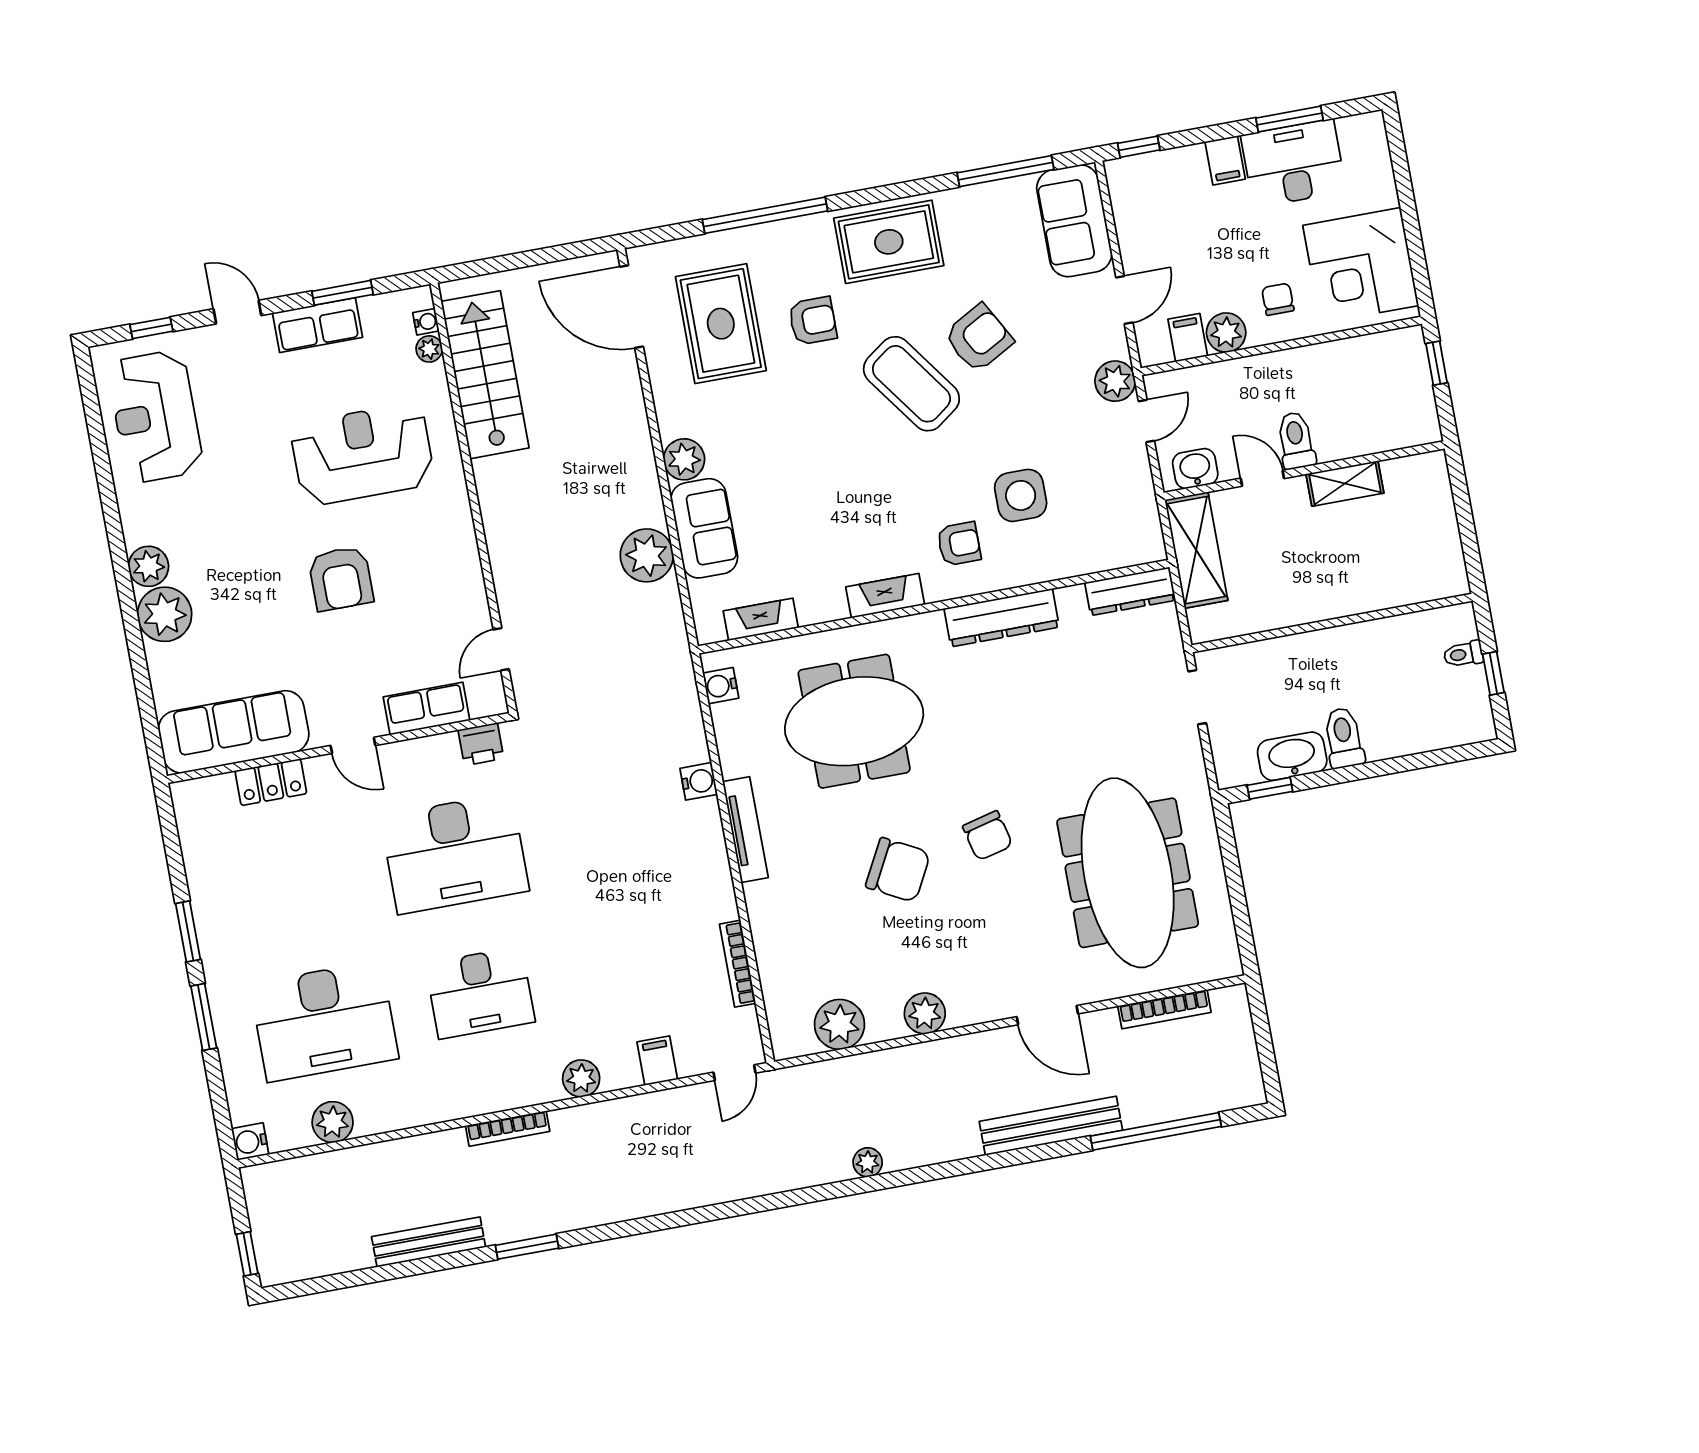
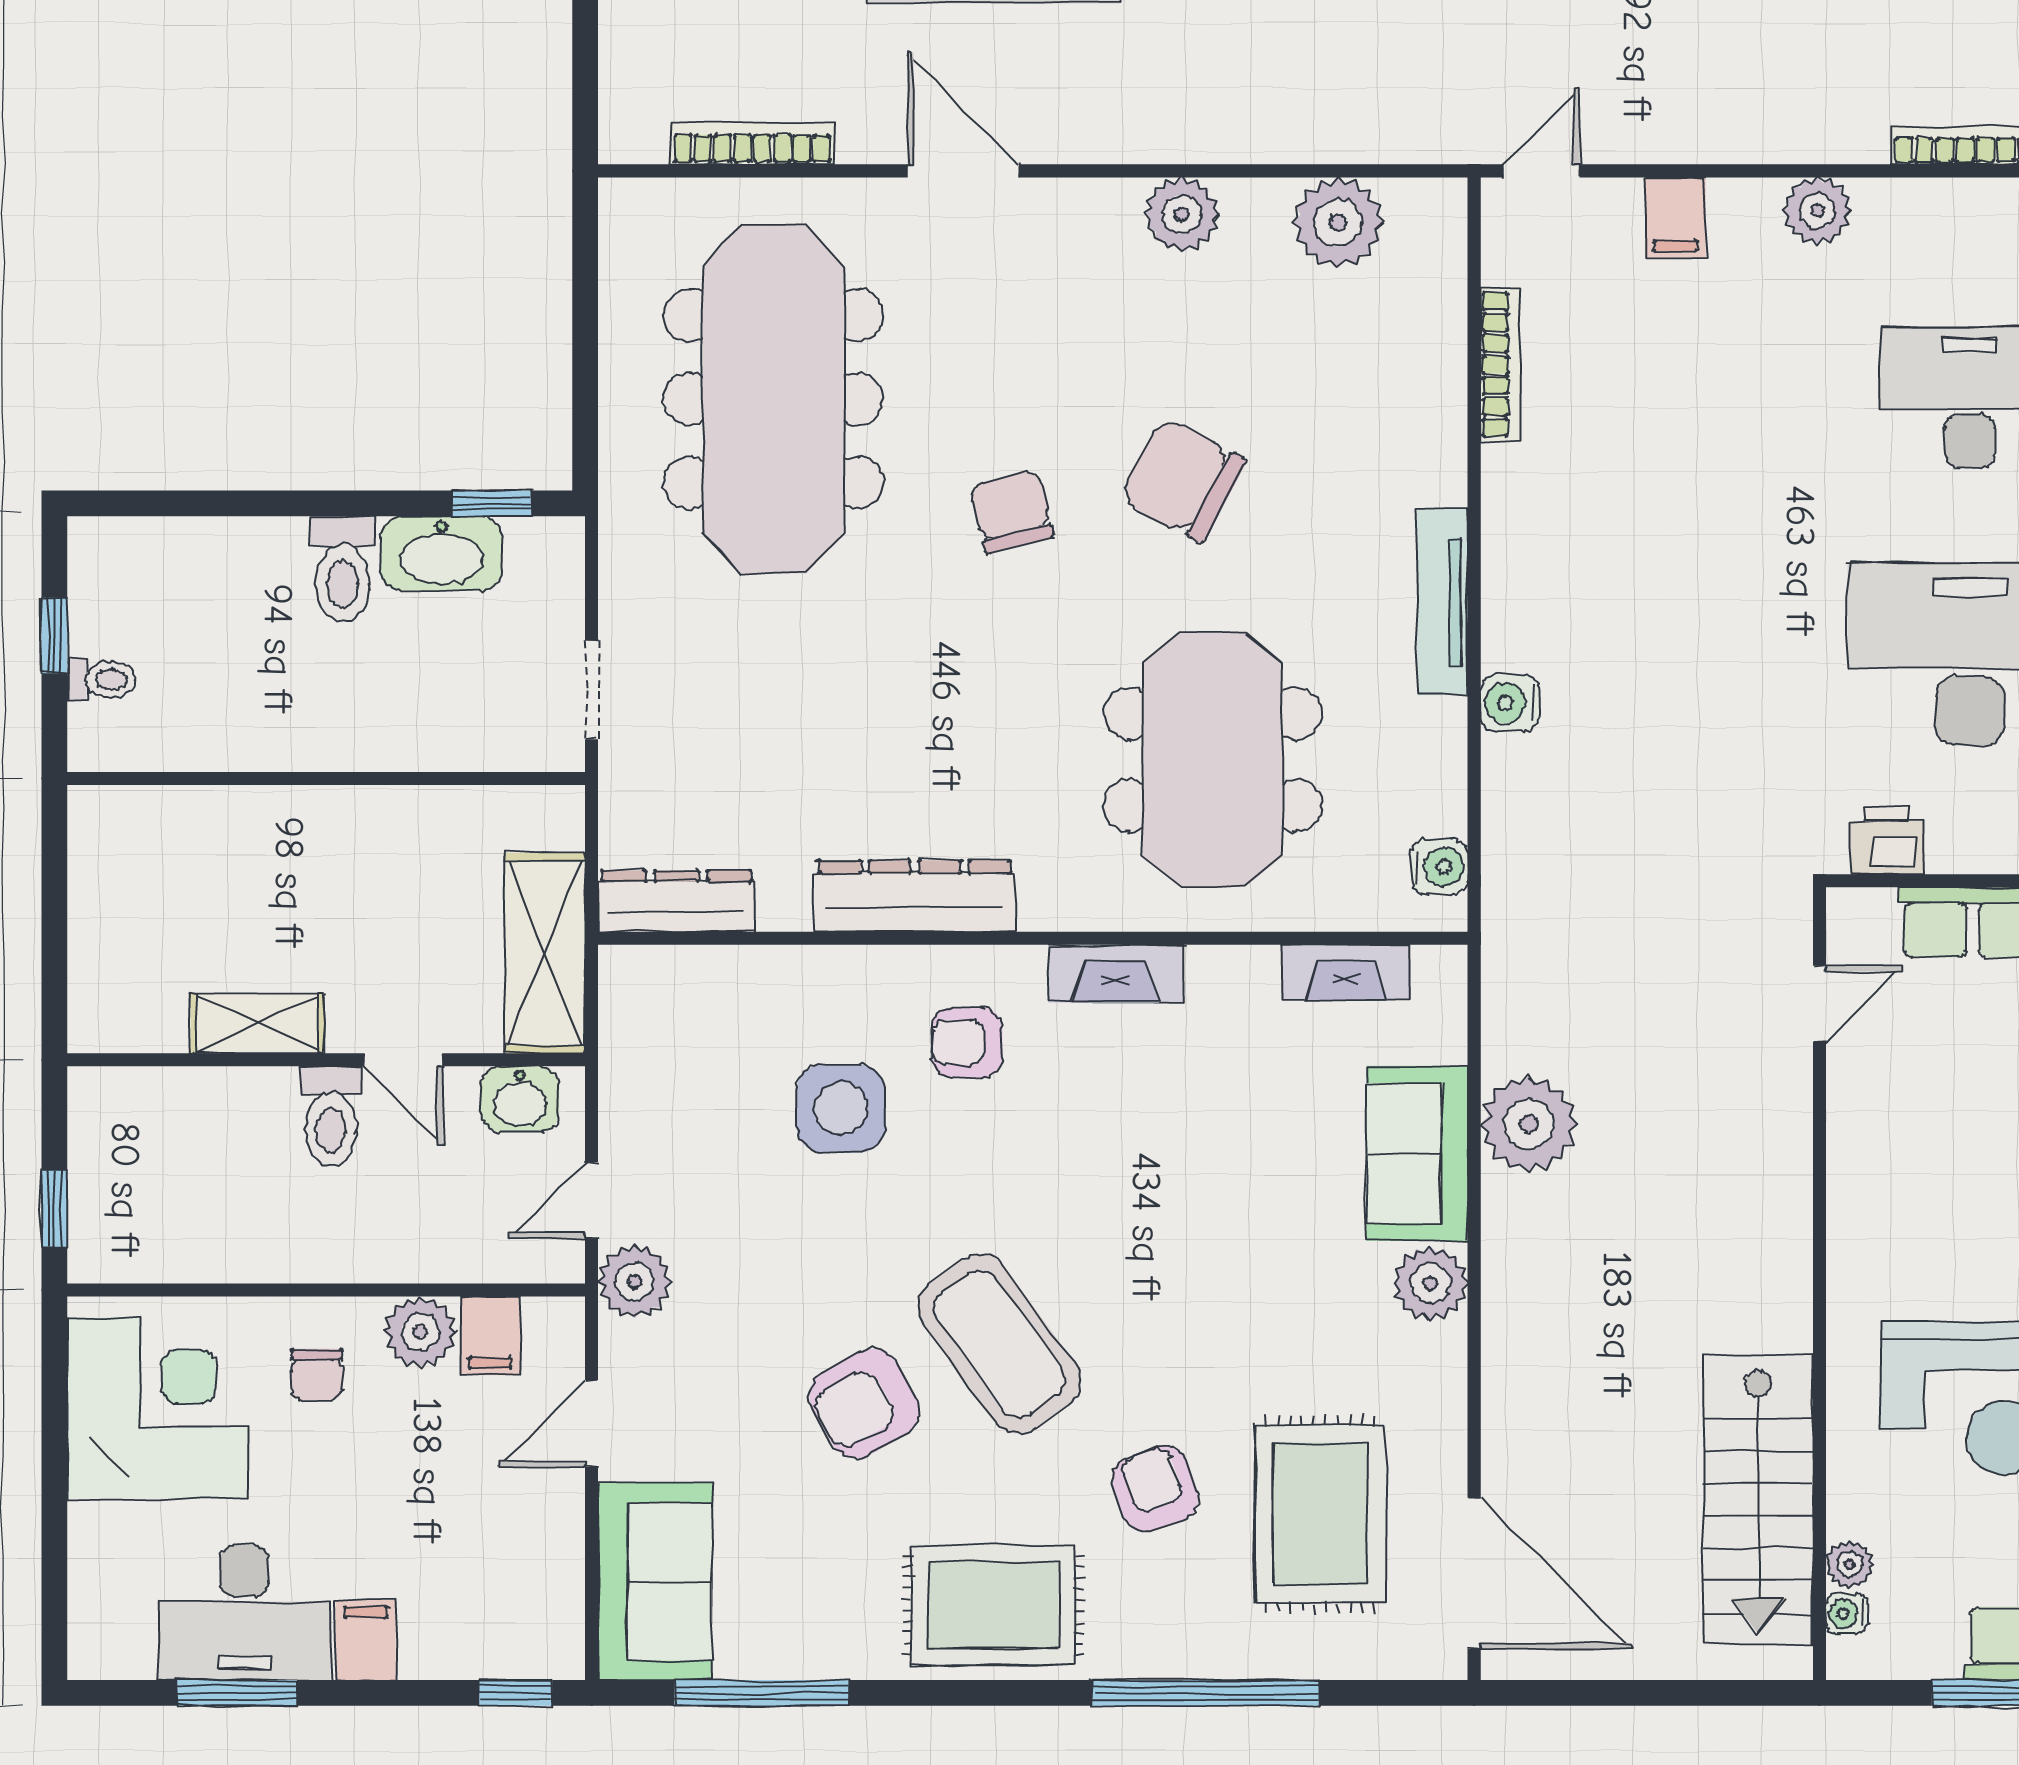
armchair: (813, 321) -> (1155, 1489), turned 70
meeting table: (854, 721) -> (1213, 760), turned 90

